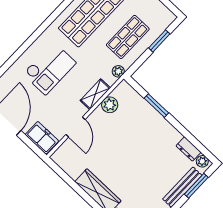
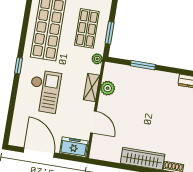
window: (42, 29) -> (19, 66), added
window: (159, 41) -> (110, 33), moved

